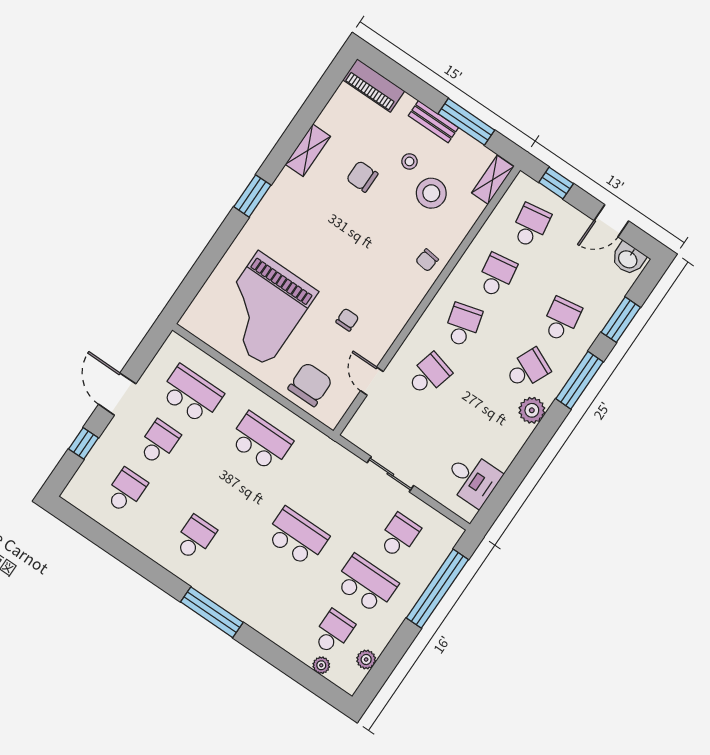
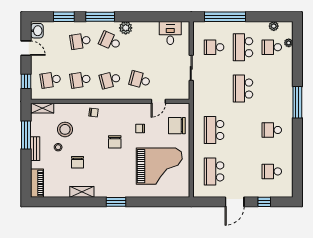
chair: (354, 262) -> (115, 142), added
school desk: (159, 442) -> (243, 171), removed

